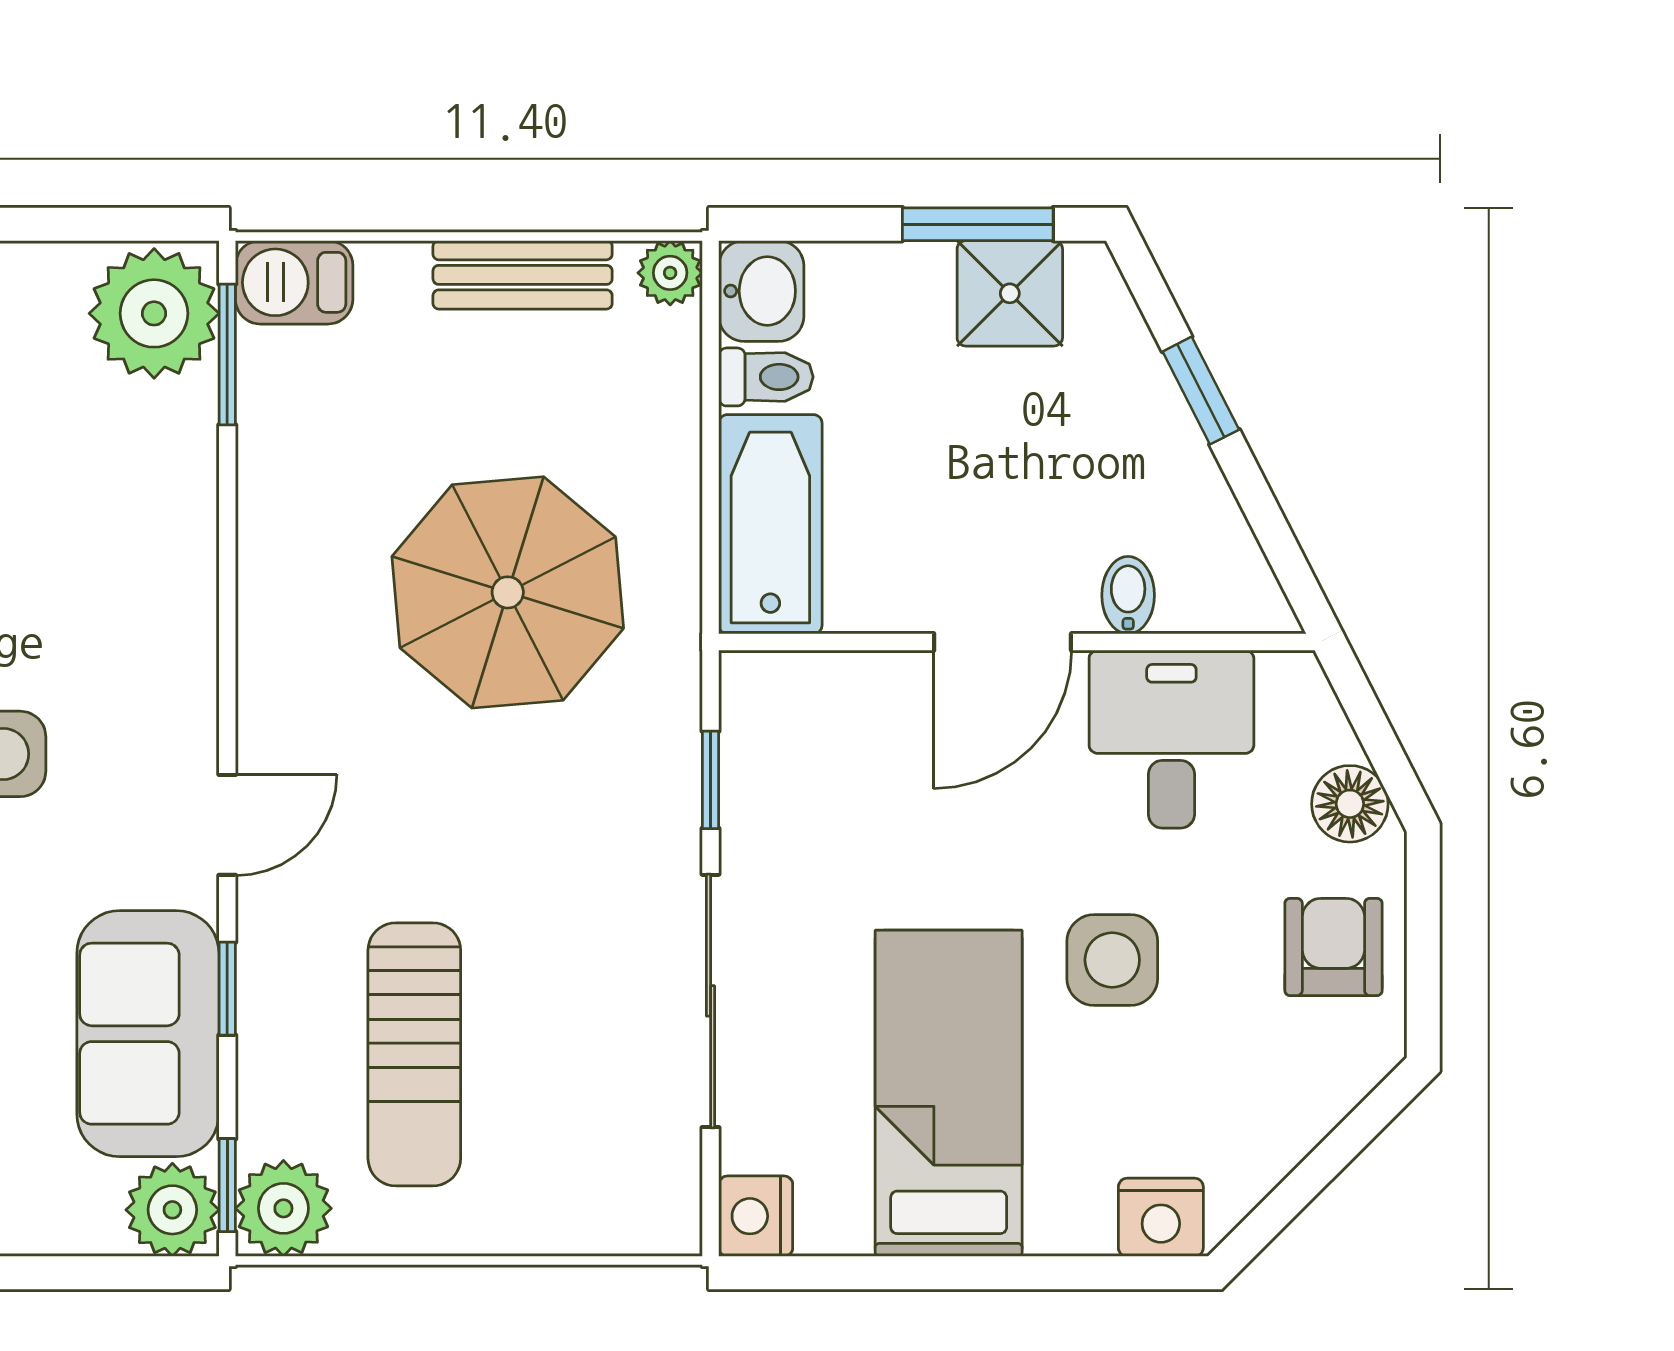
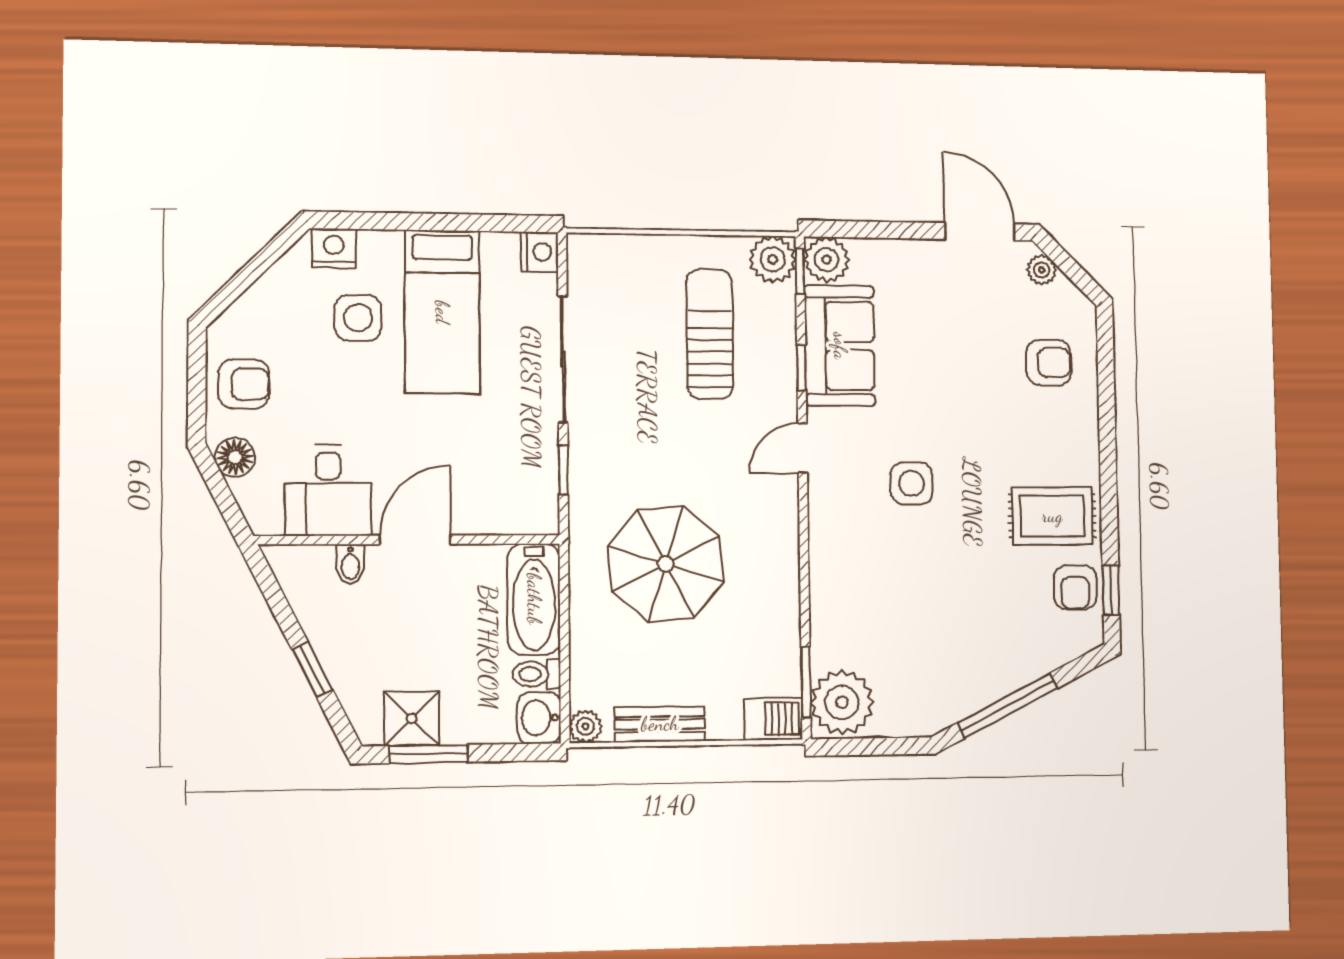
armchair: (1333, 947) -> (244, 384), turned -90
side table: (1112, 960) -> (358, 318), moved

